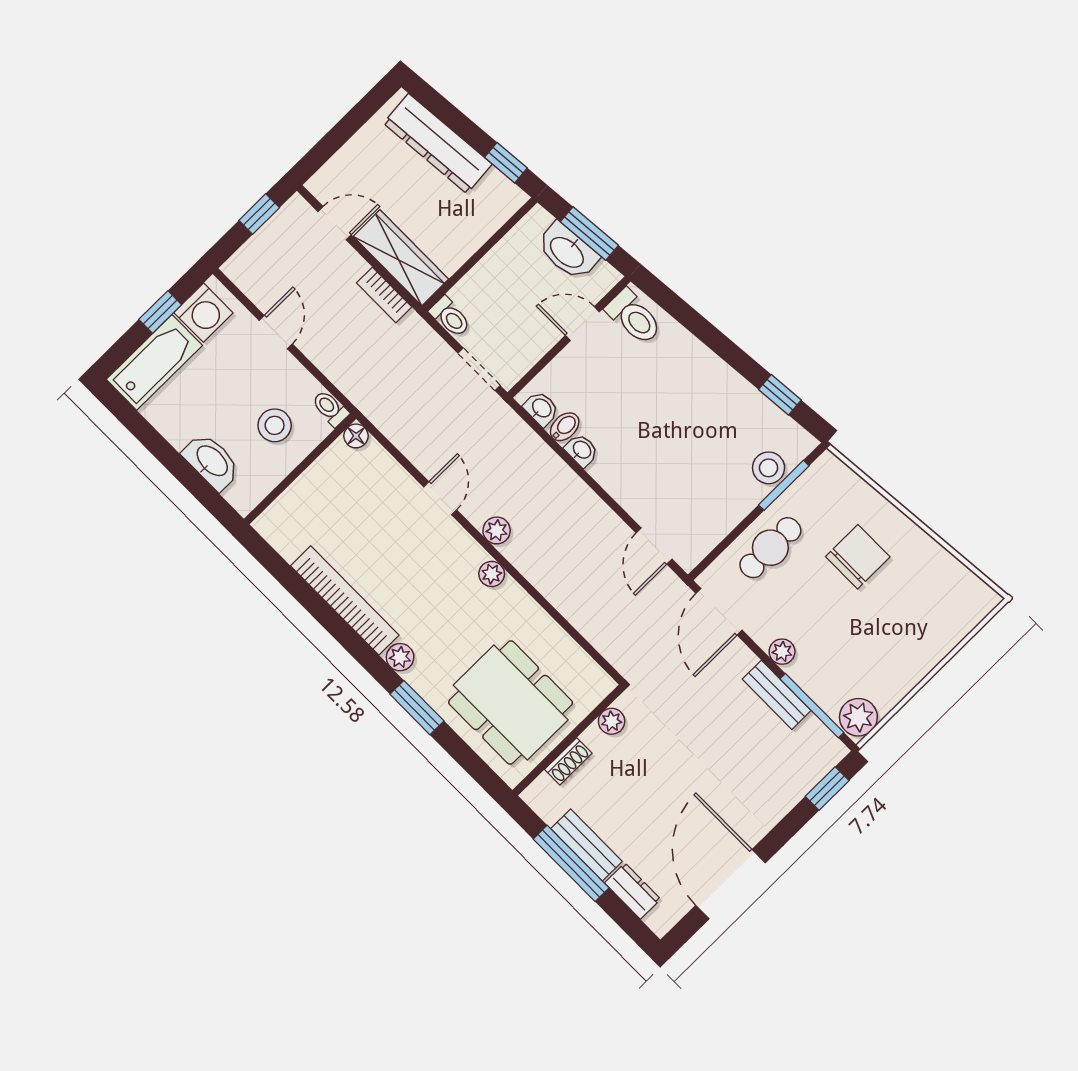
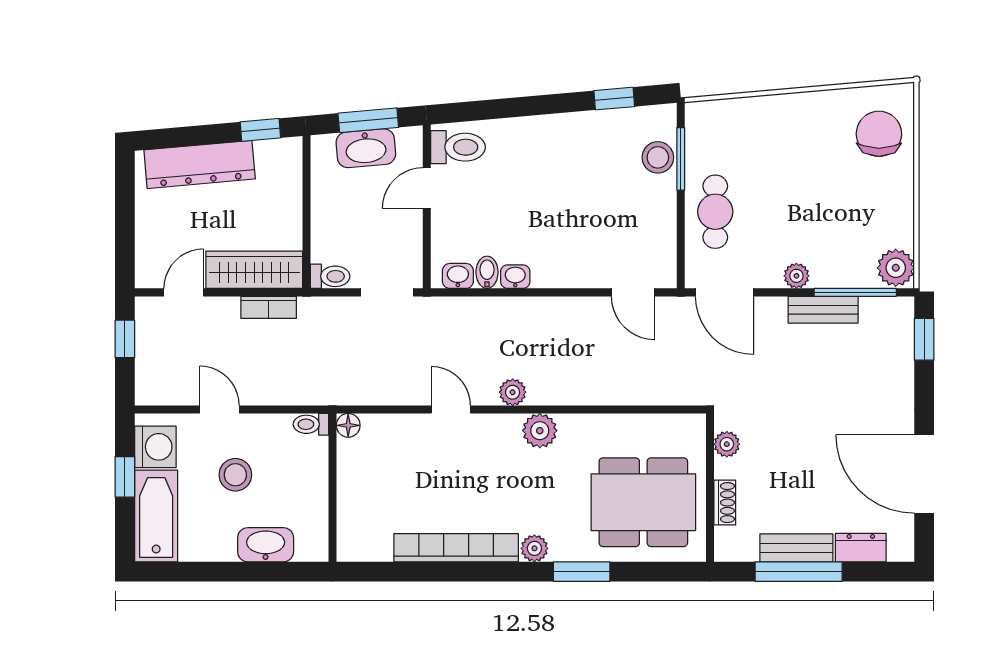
stool: (275, 425) -> (235, 475), moved
chair: (858, 557) -> (879, 134), moved
plant: (492, 574) -> (540, 431), width x1.38, depth x1.38

